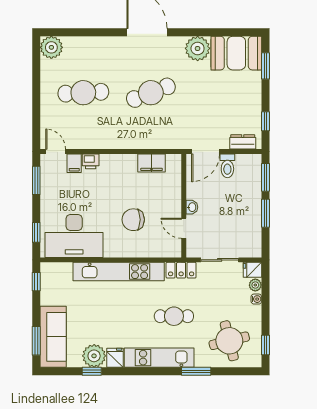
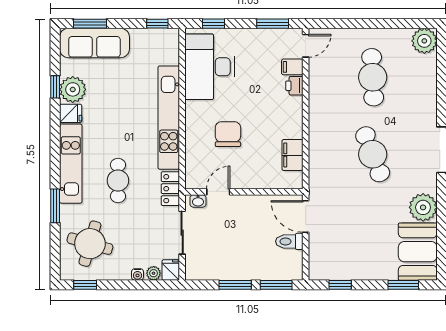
dresser: (243, 142) -> (317, 259), removed
washbasin: (192, 207) -> (198, 201), moved
round table: (229, 341) -> (90, 244), turned 30

